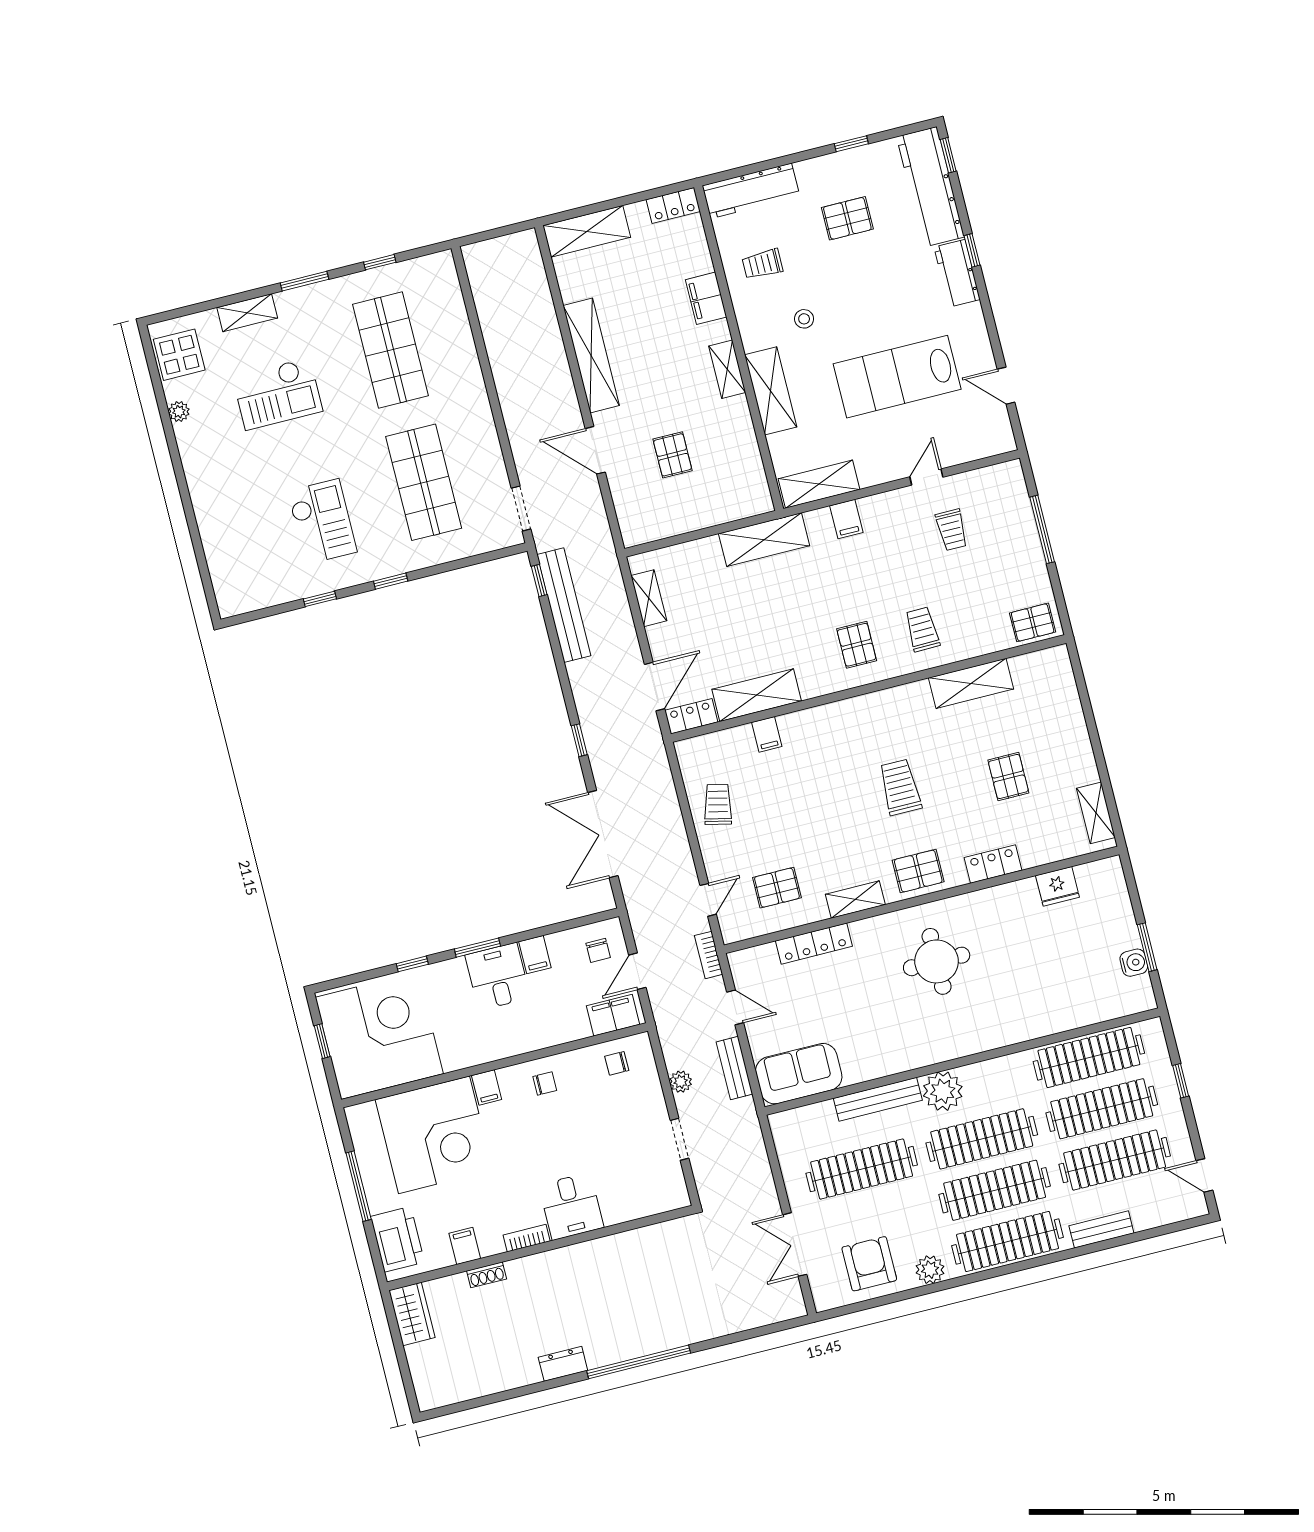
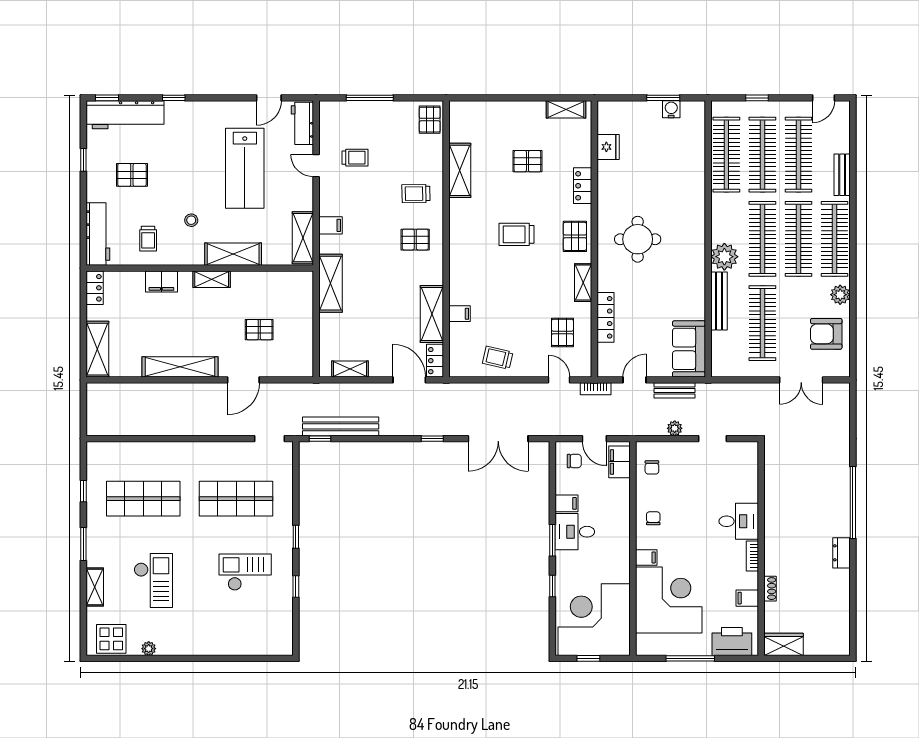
pallet: (847, 218) -> (132, 175), turned 90
workbench: (957, 273) -> (302, 123), moved, turned 90

